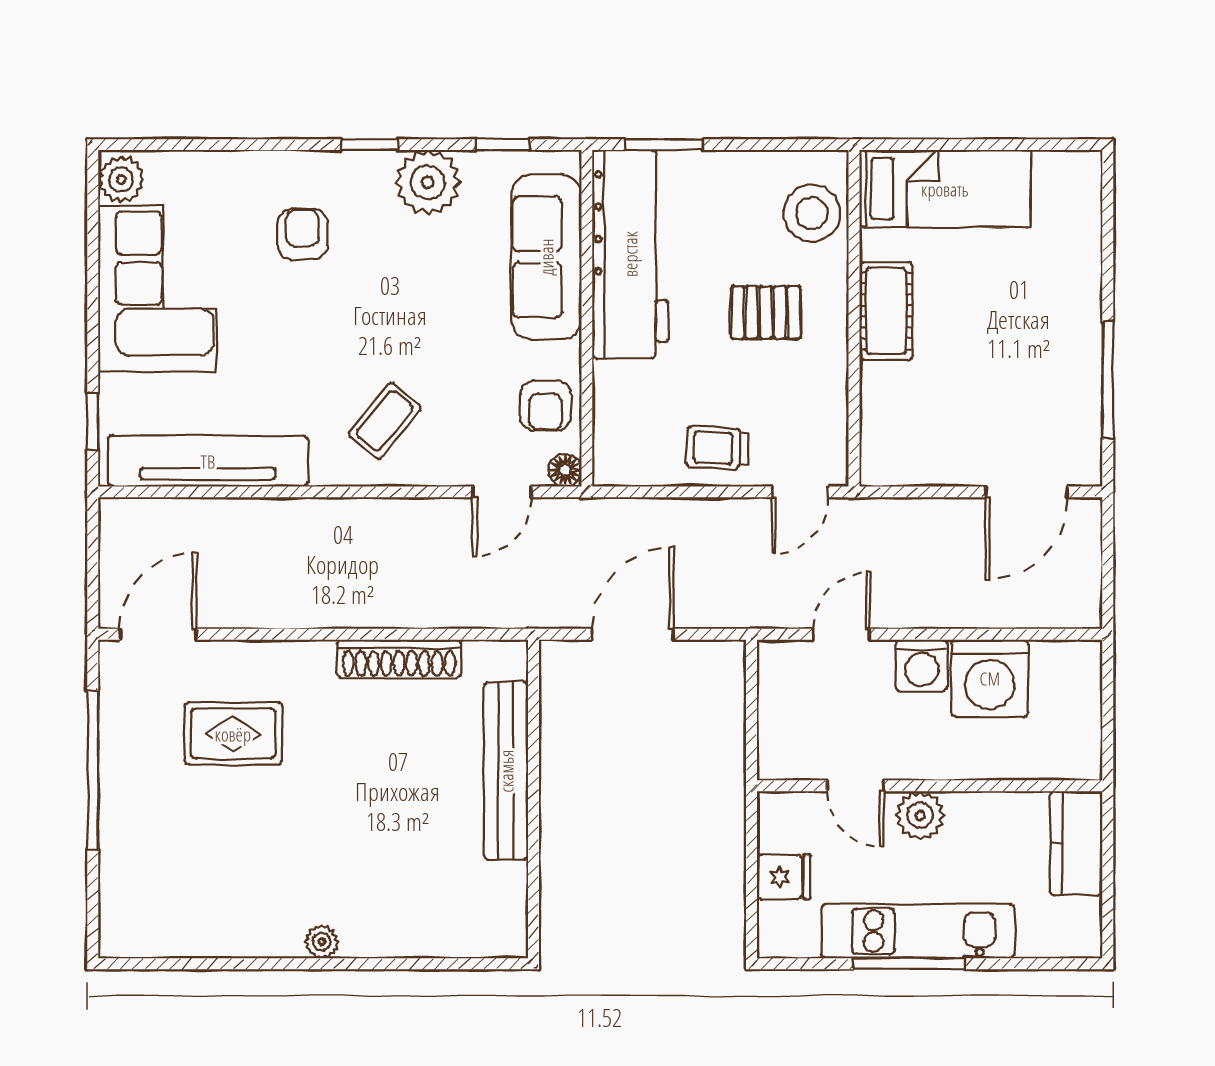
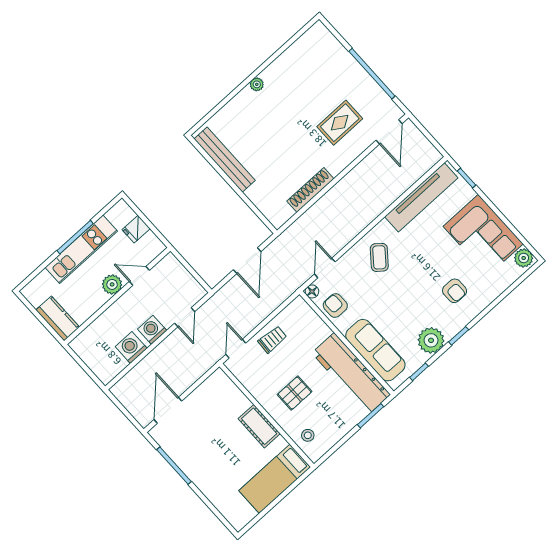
stool: (812, 213) -> (308, 435), width x0.53, depth x0.53
washing machine: (990, 678) -> (131, 348), width x0.73, depth x0.73
bench: (506, 771) -> (225, 160), moved

